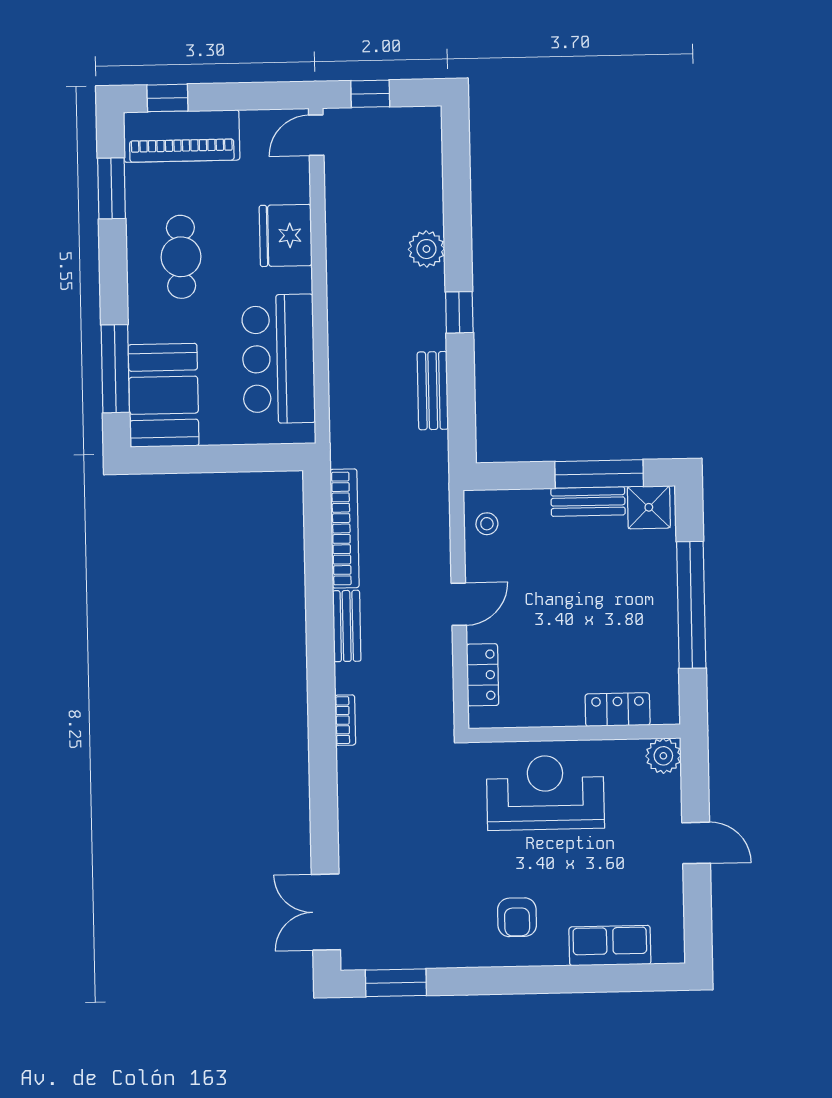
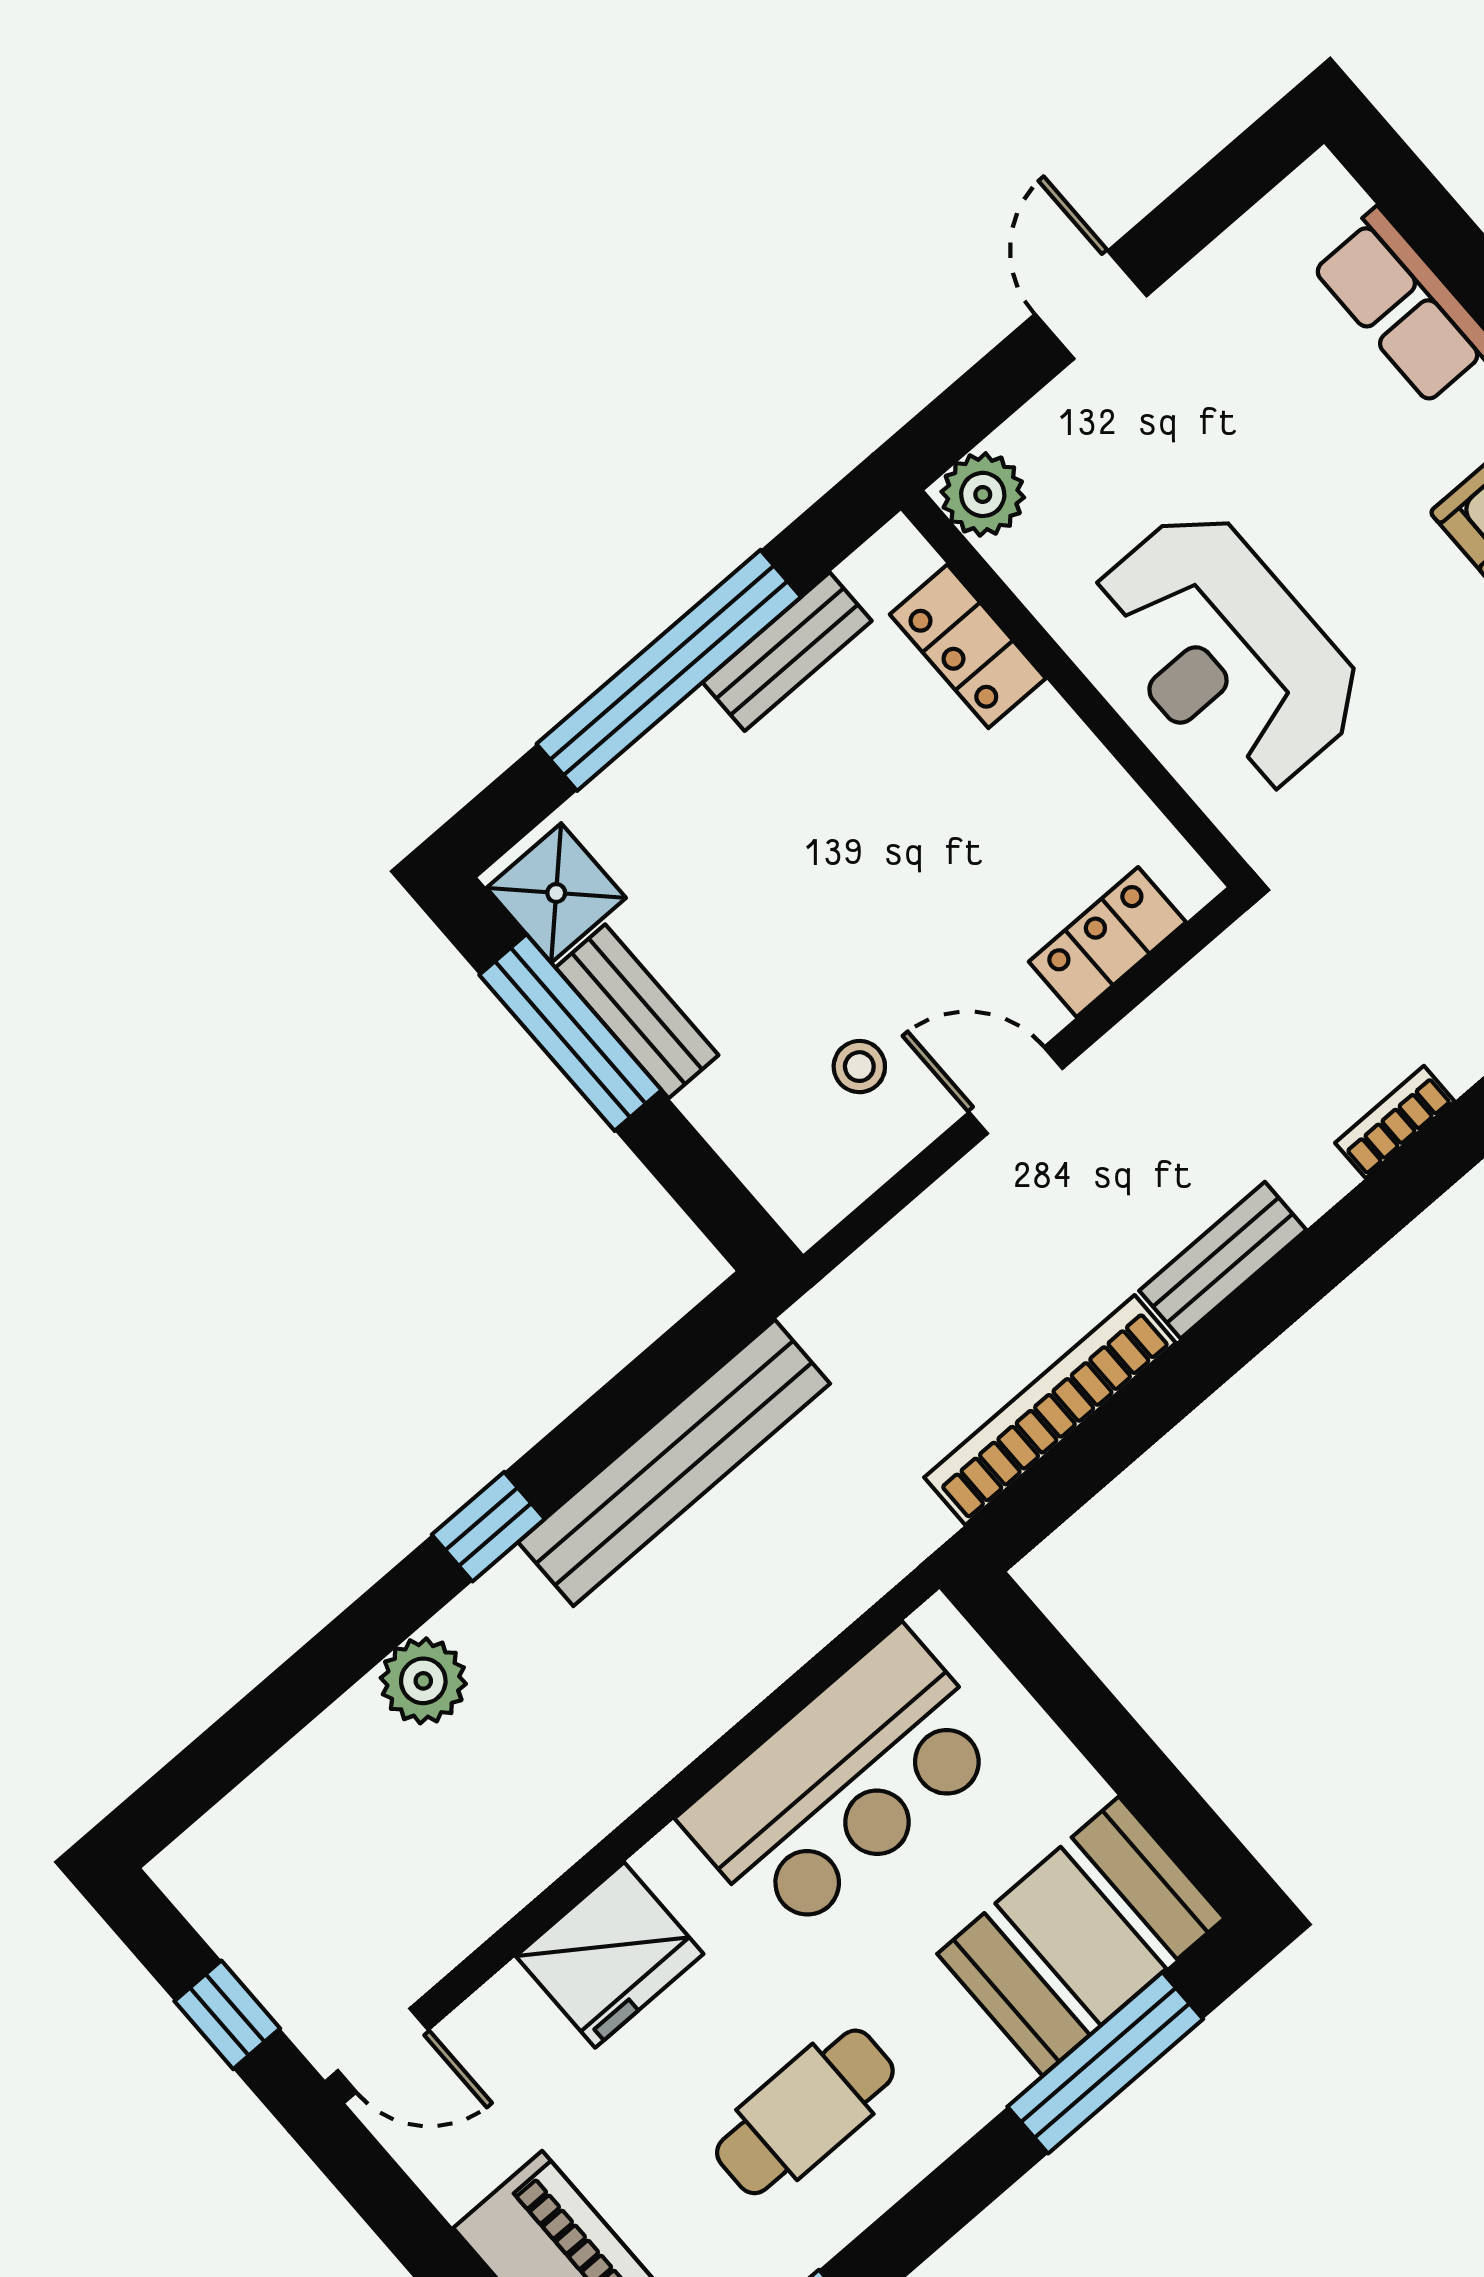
bench: (433, 391) -> (674, 1463), width x1.86, depth x1.21
stool: (487, 524) -> (859, 1067), moved
bench: (665, 649) -> (787, 652), added

